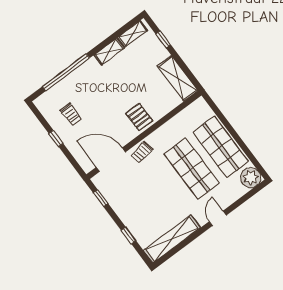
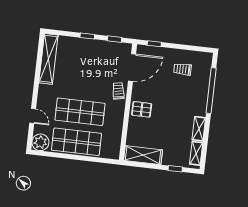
window: (56, 138) -> (154, 44), moved
door: (218, 218) -> (33, 116), moved
window: (128, 235) -> (87, 36), moved

